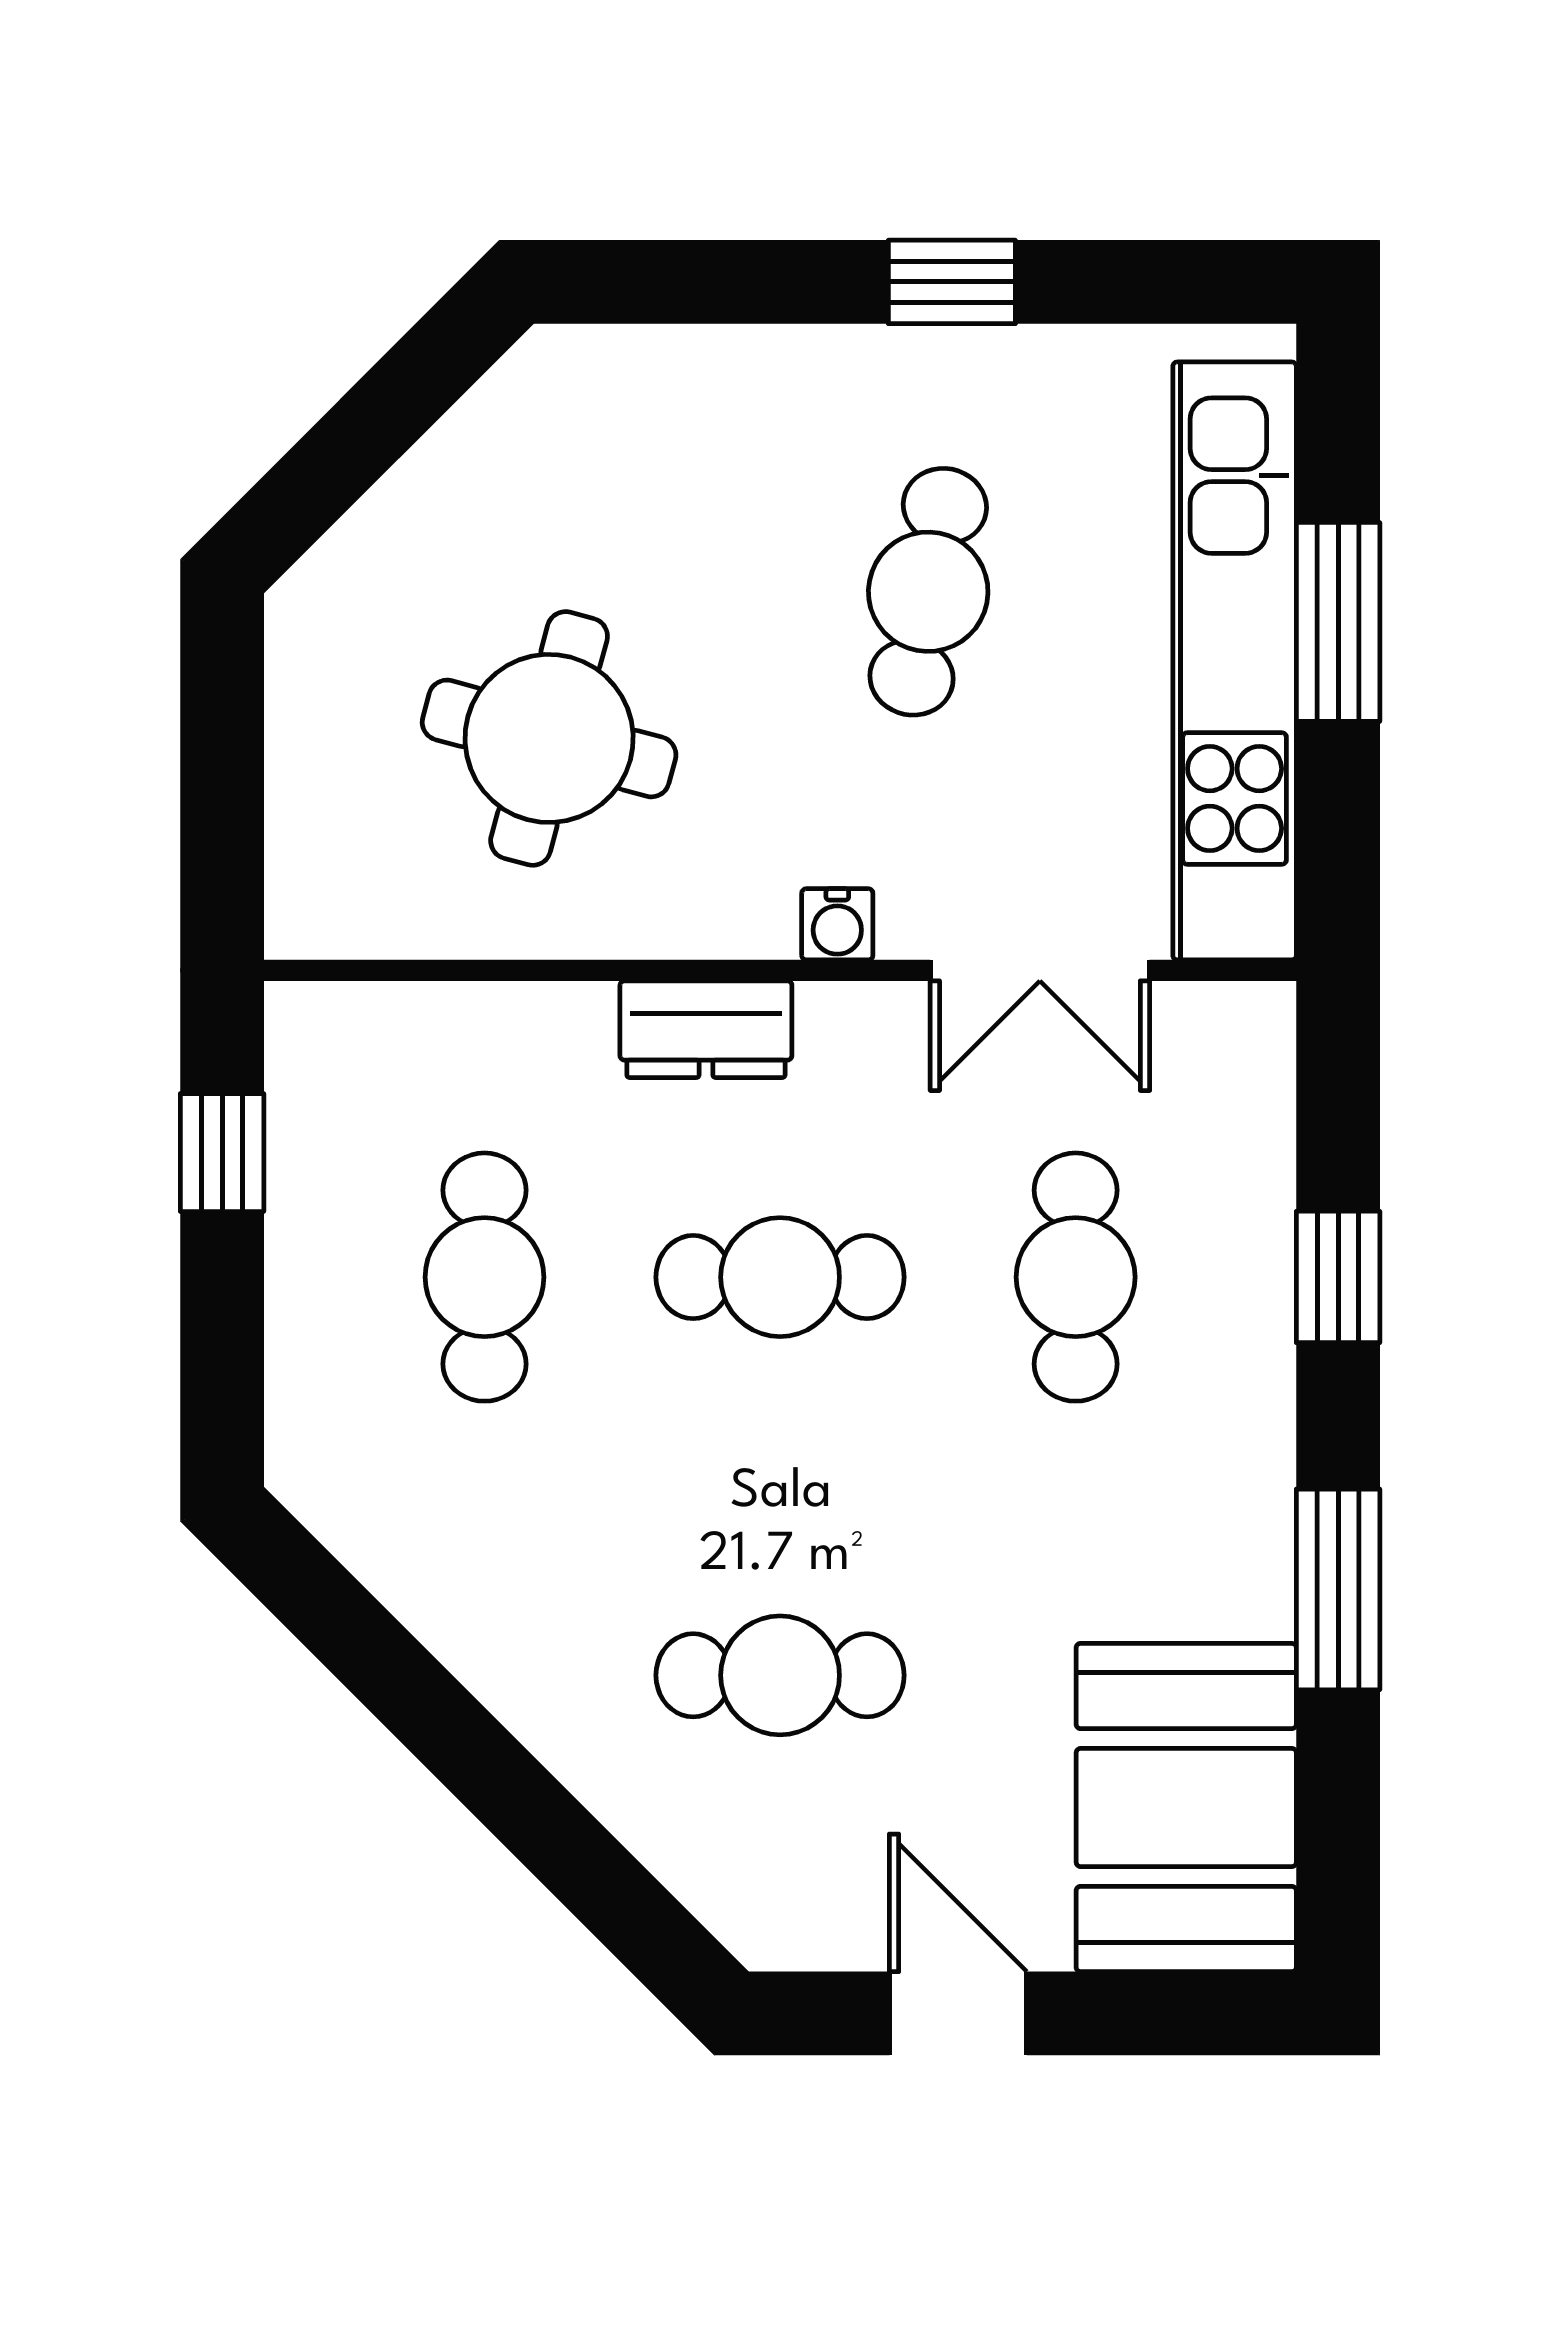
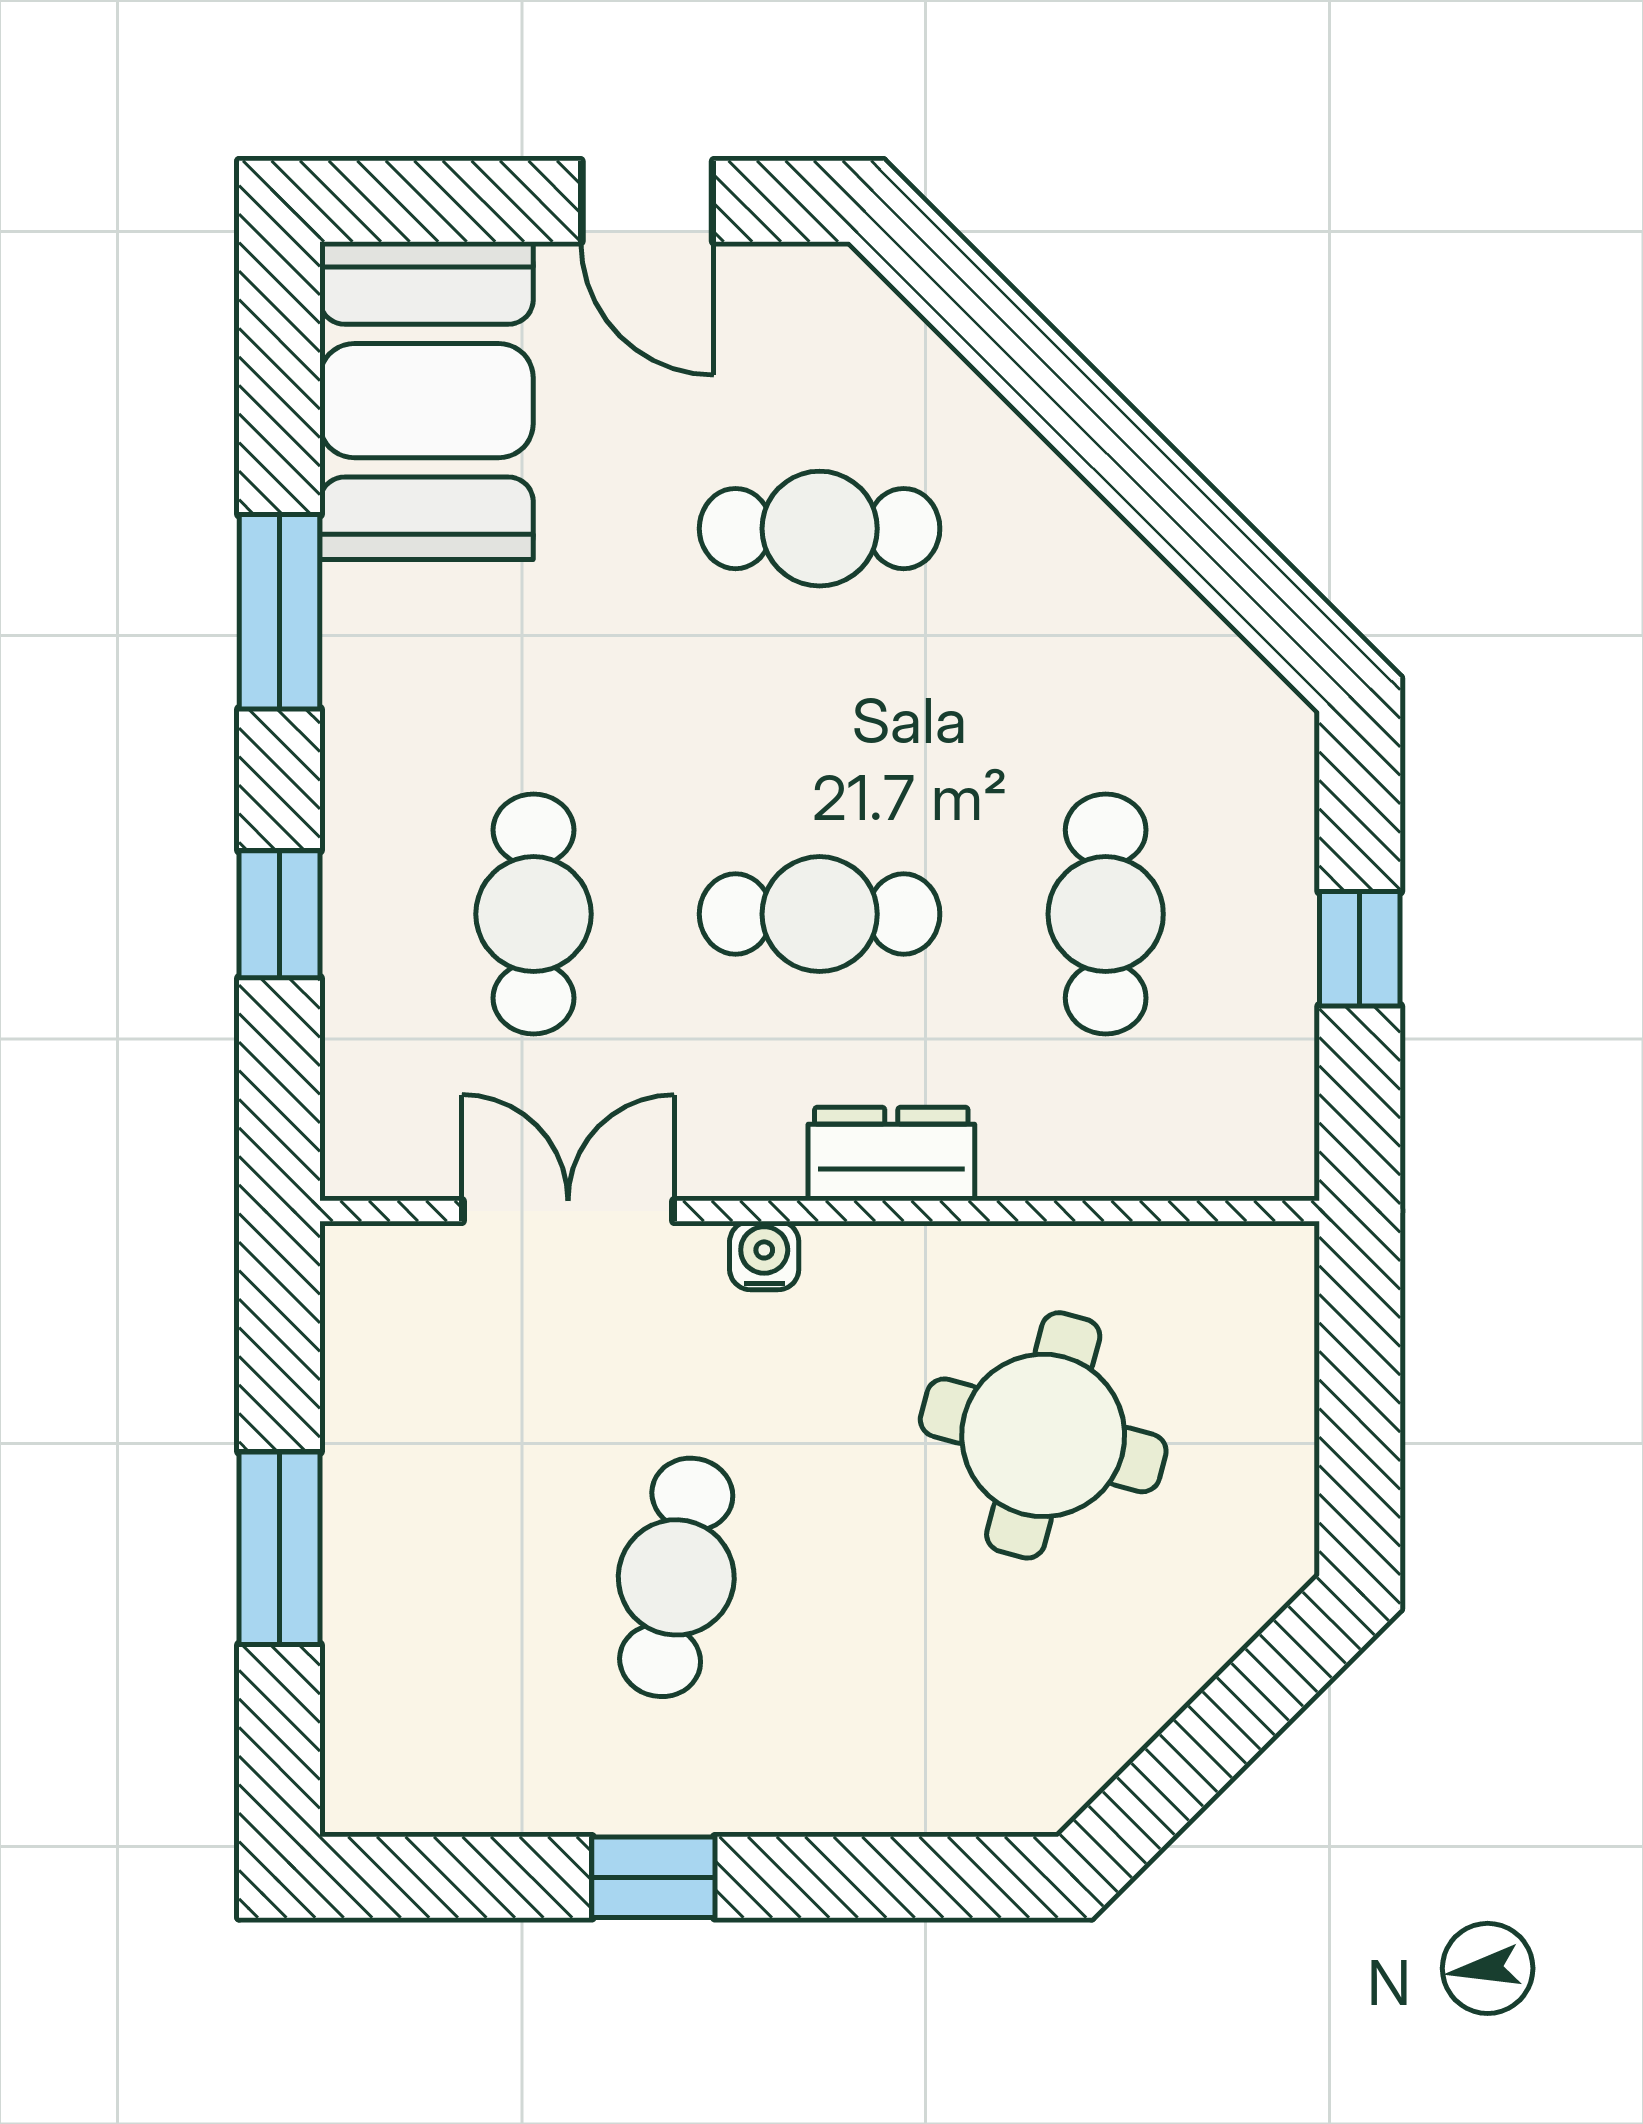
kitchen unit: (1235, 661) -> (380, 1510), removed
window: (222, 1153) -> (1360, 949), moved

